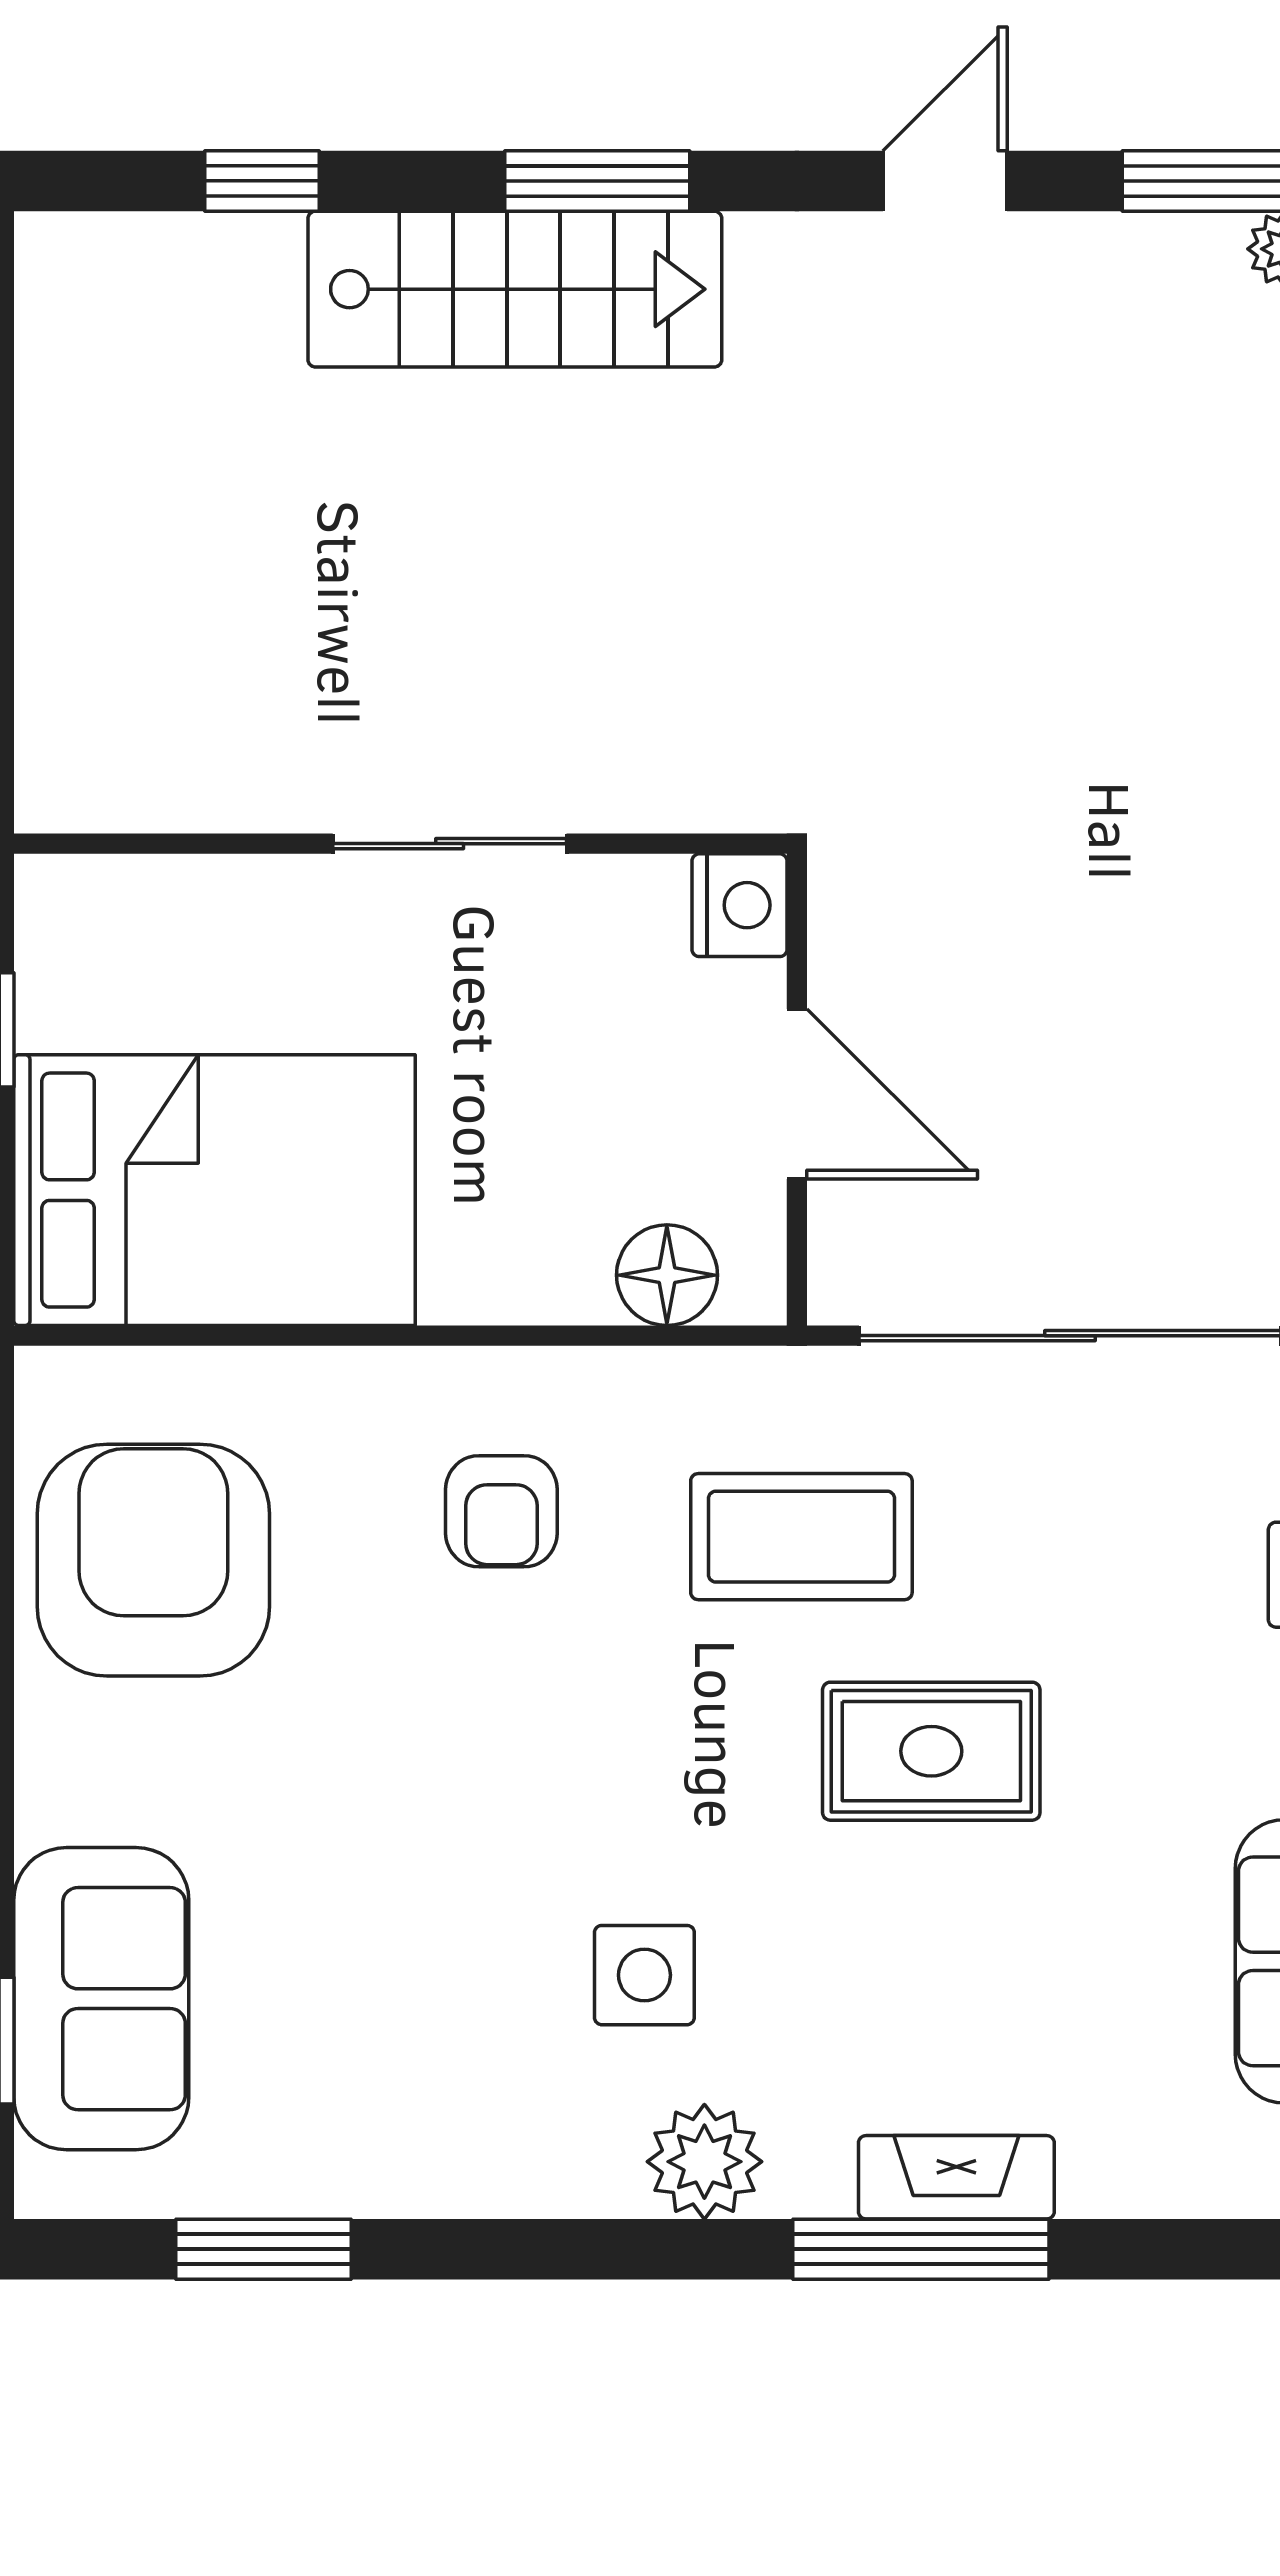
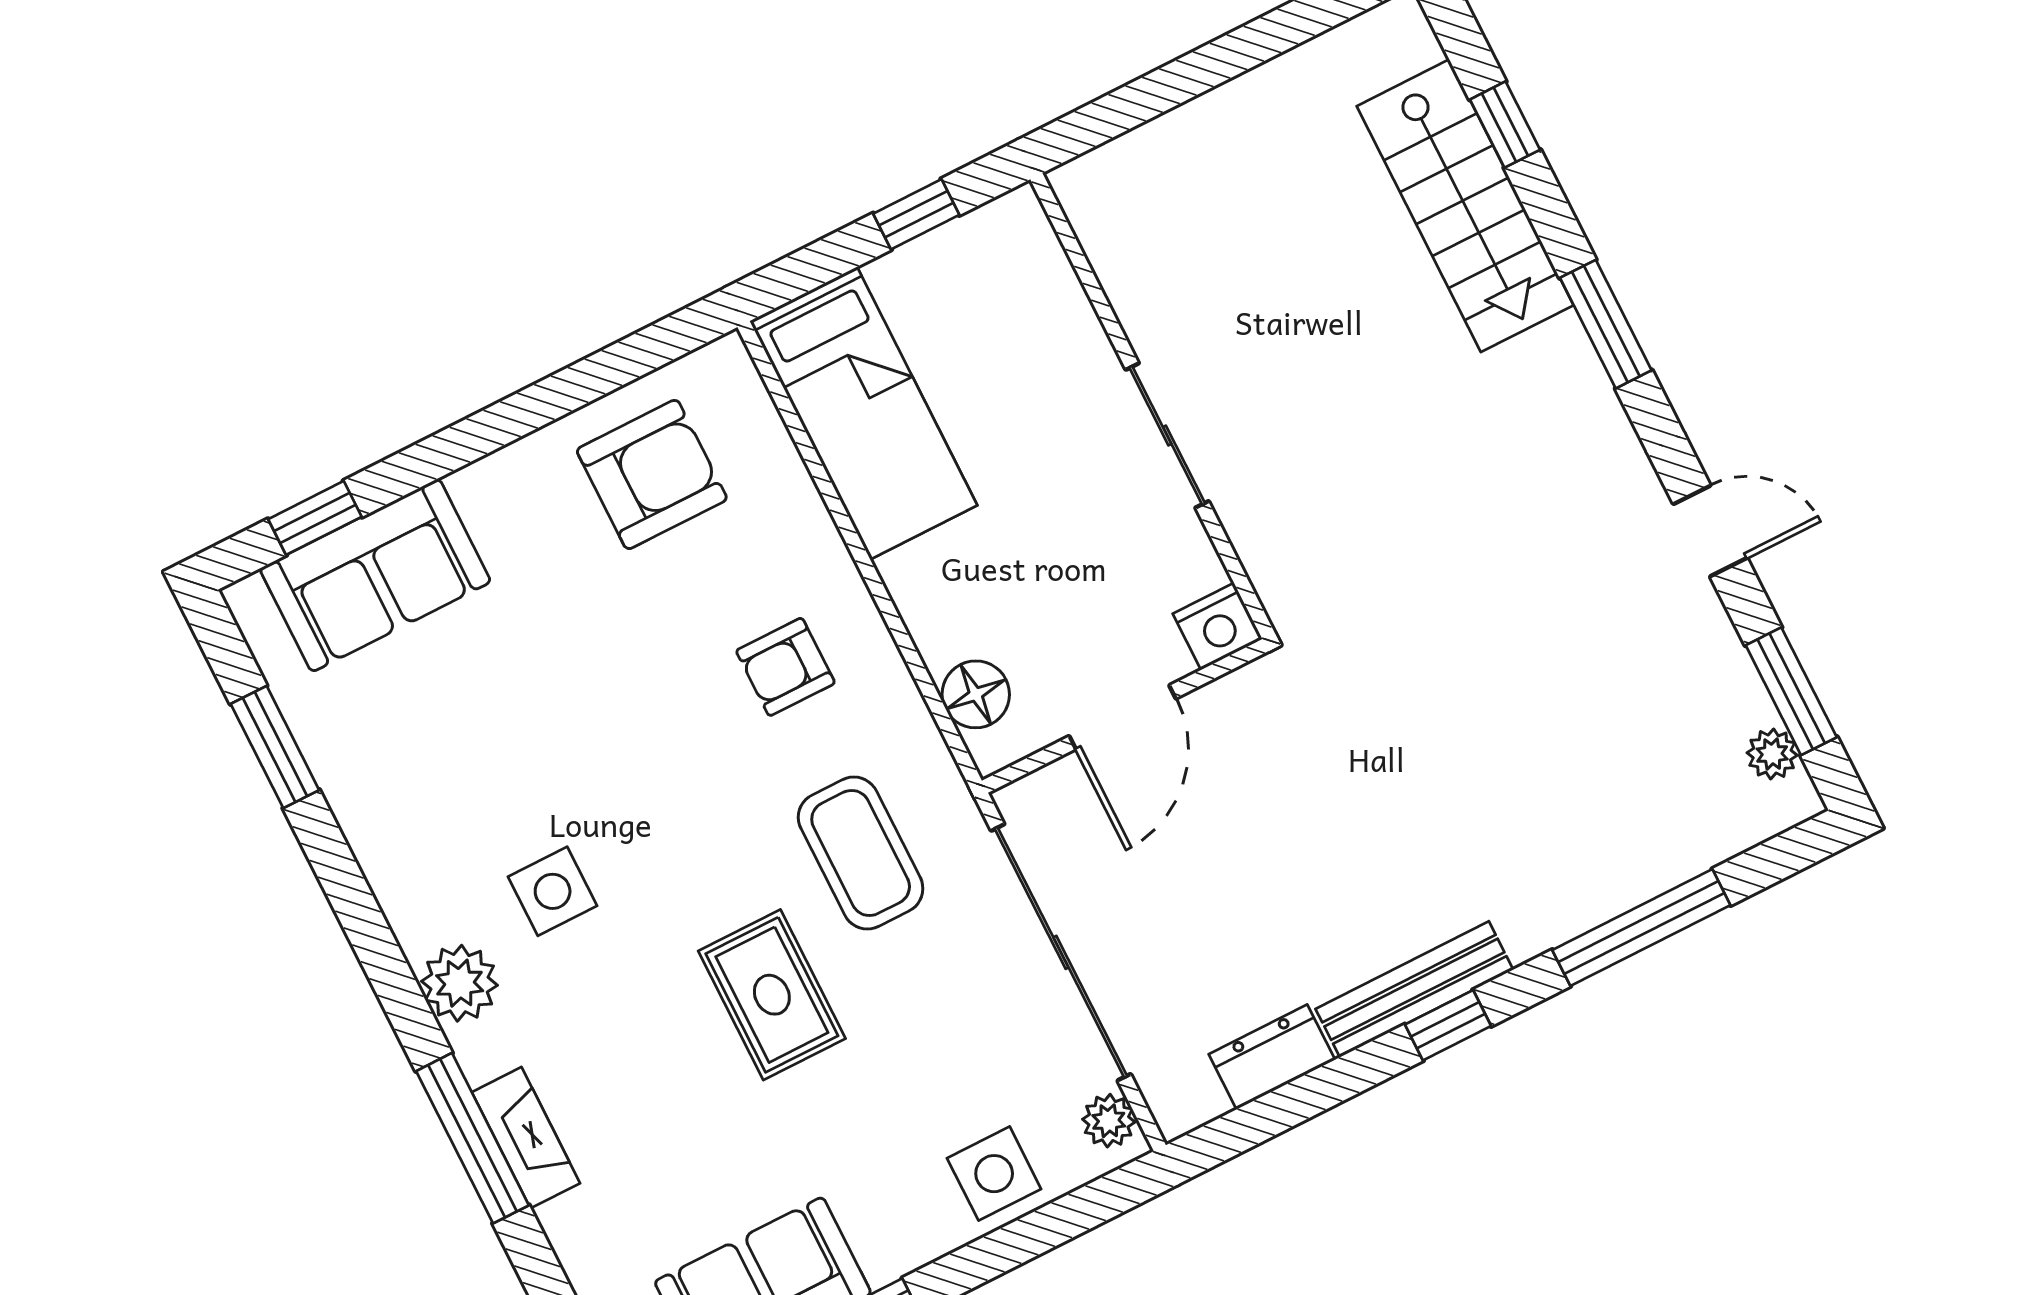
stairs: (515, 289) -> (1465, 206), moved
bed: (214, 1190) -> (863, 413), width x0.67
armchair: (153, 1560) -> (652, 474), width x0.73, depth x0.73

